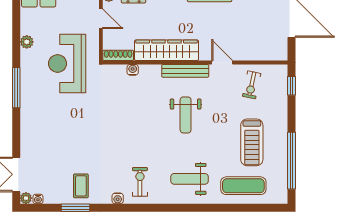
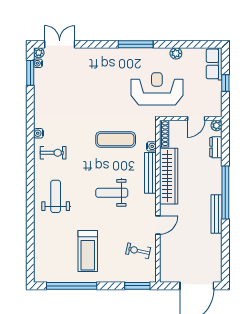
bench: (185, 71) -> (150, 173), moved
window: (292, 86) -> (137, 286), width x1.50
treadmill: (252, 142) -> (88, 251), turned -90
coffee table: (81, 186) -> (49, 101), removed
exercise mat: (243, 186) -> (116, 139), moved, turned 90
window: (75, 208) -> (30, 73), moved

